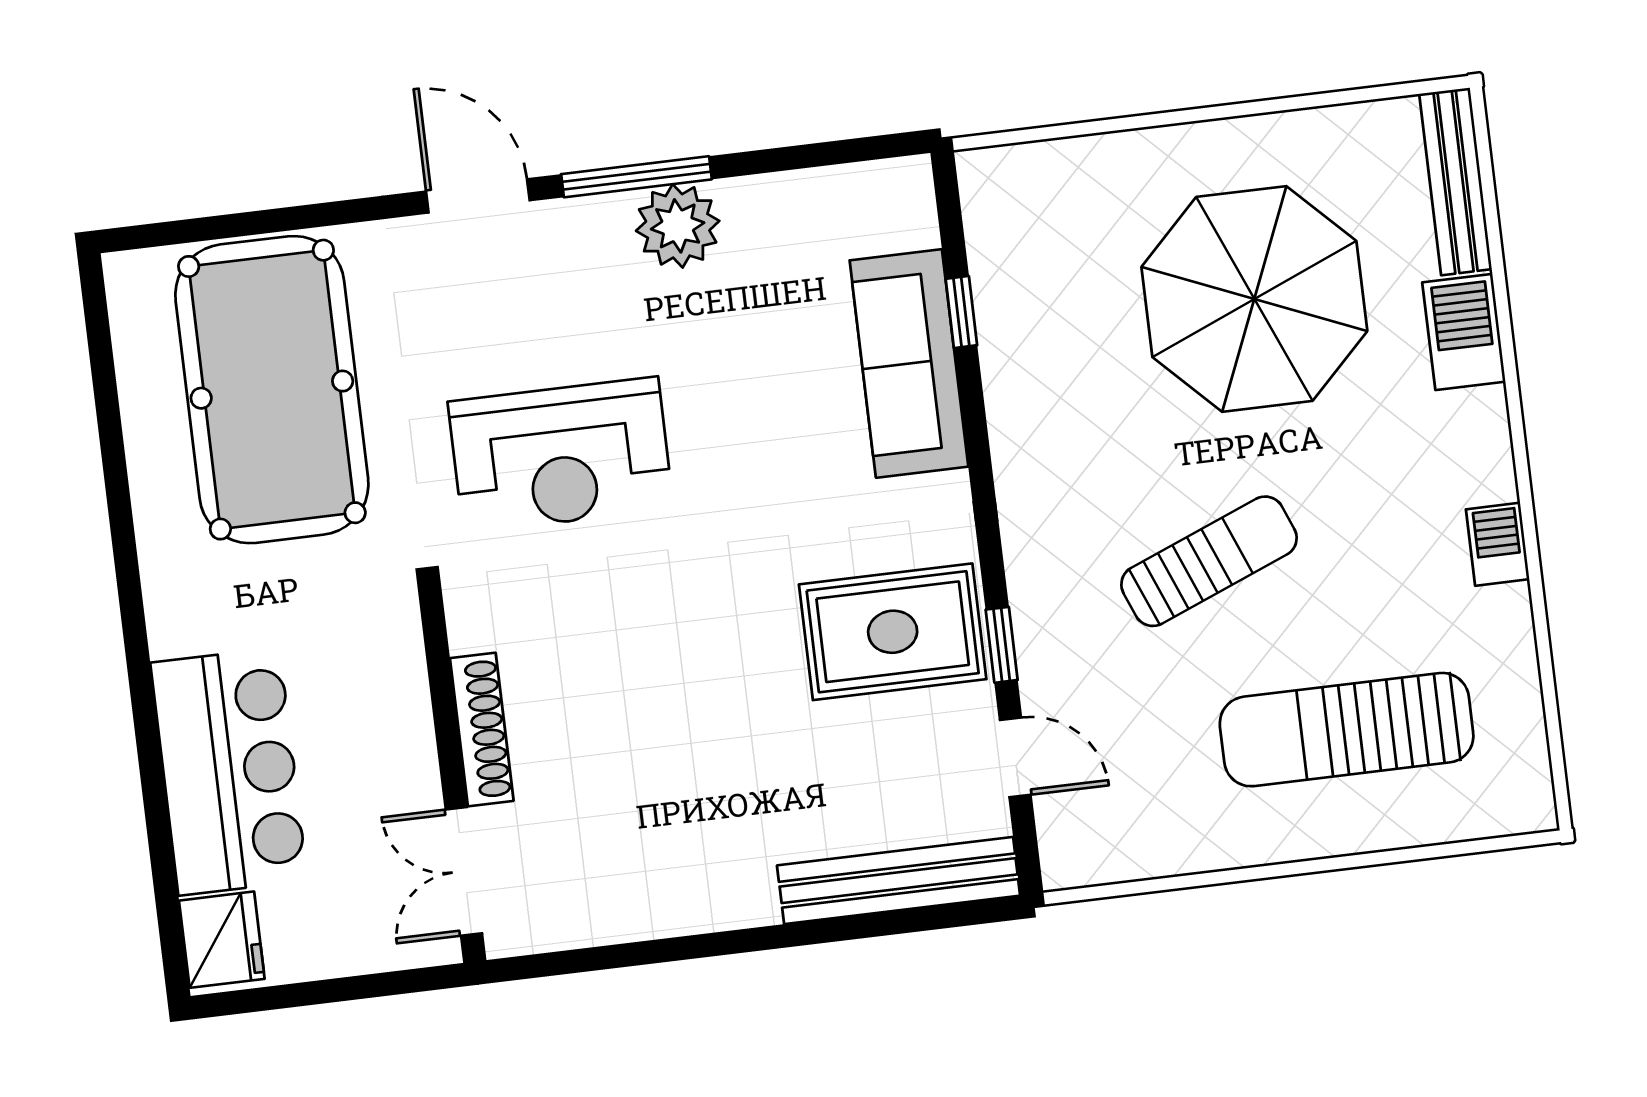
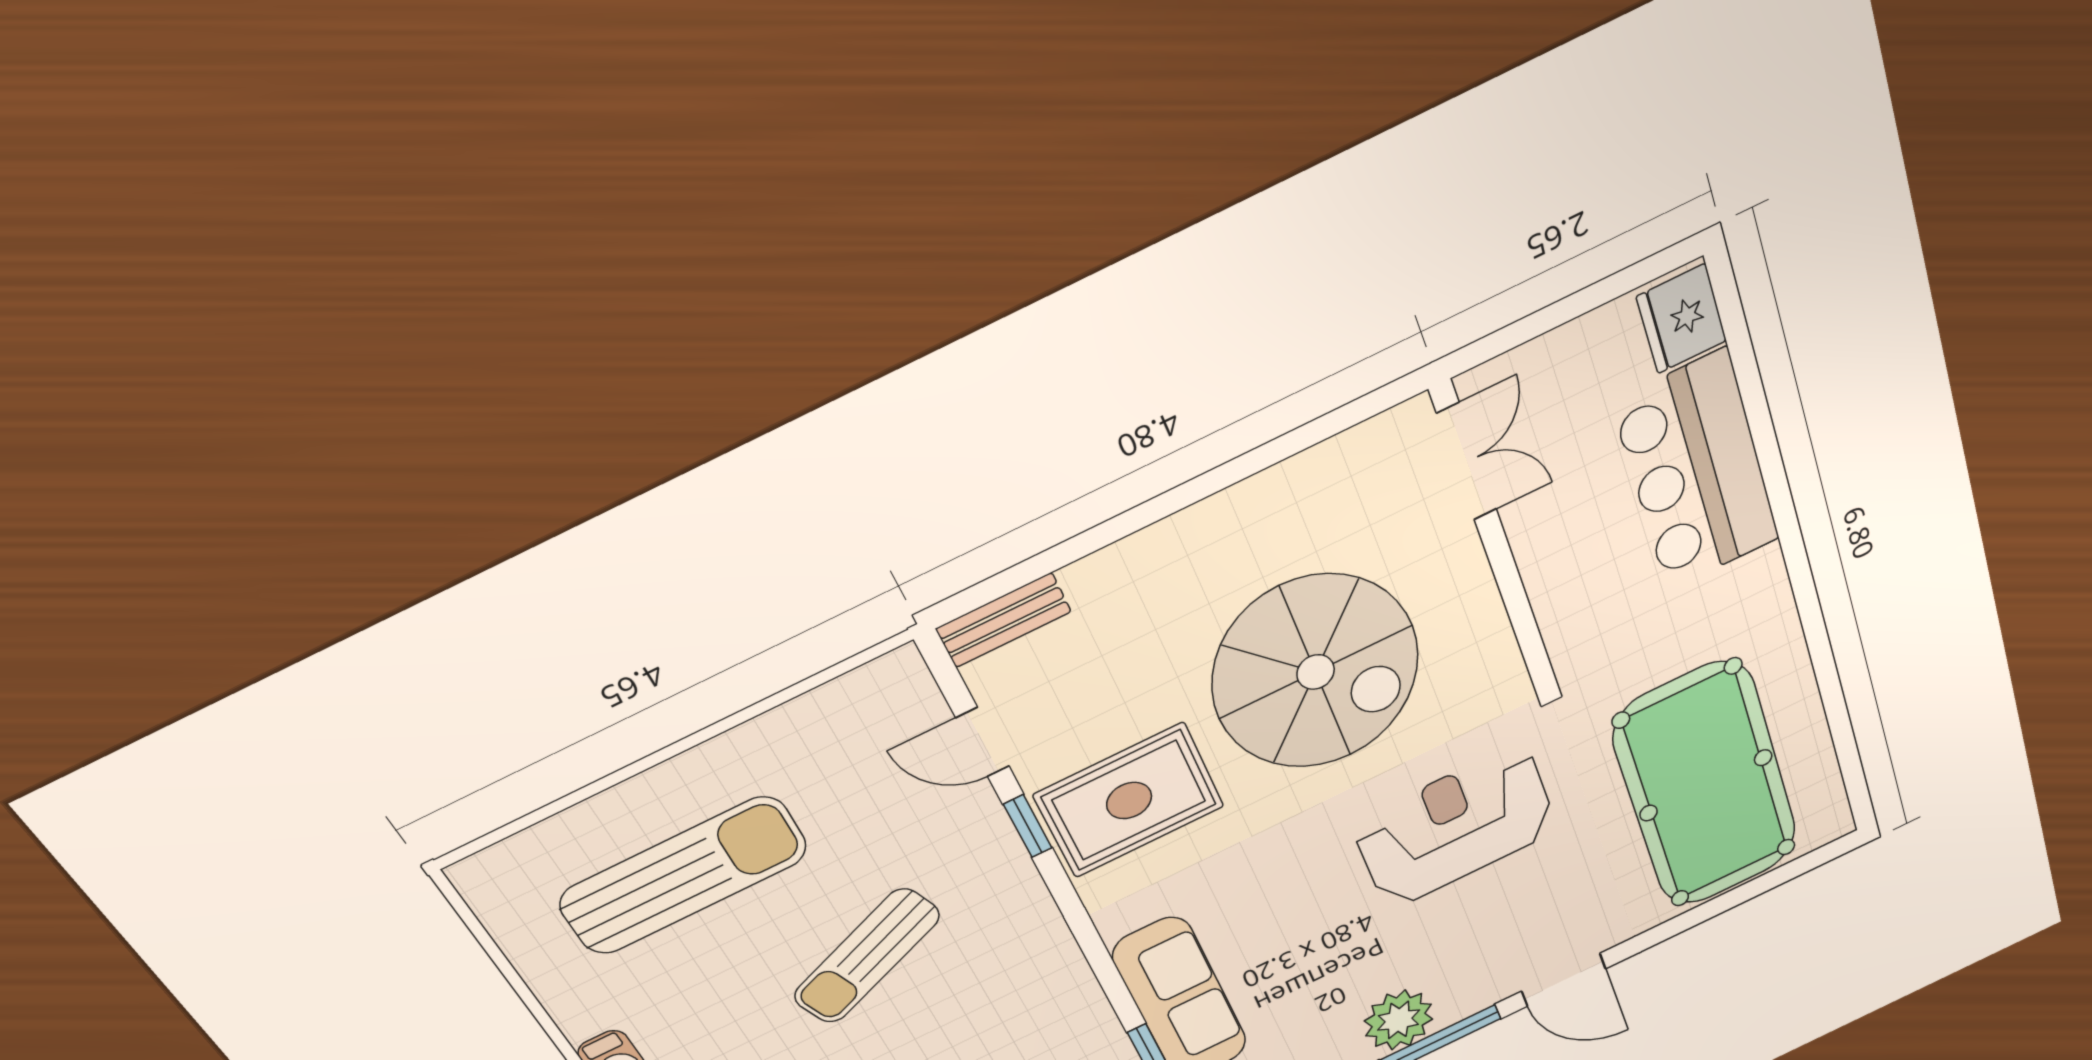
spiral stairs: (666, 702) -> (1316, 672), added
shoe rack: (482, 729) -> (1476, 589), removed
bench: (899, 881) -> (1004, 620), width x0.54, depth x0.82

